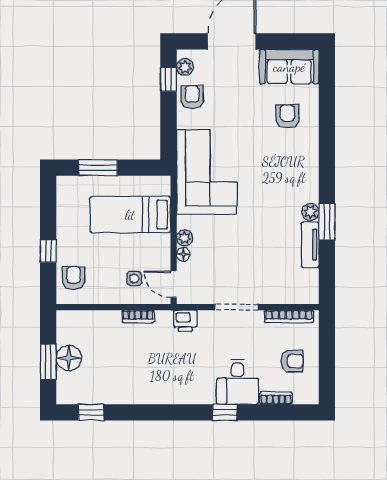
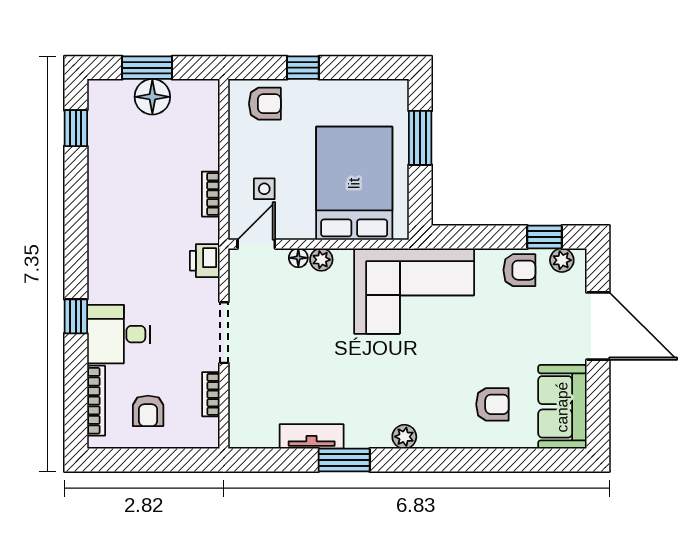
plant: (310, 212) -> (404, 437), moved
bed: (130, 215) -> (354, 183), width x1.50
bookcase: (289, 316) -> (211, 394), width x0.64
bookcase: (276, 398) -> (96, 401), width x1.56

